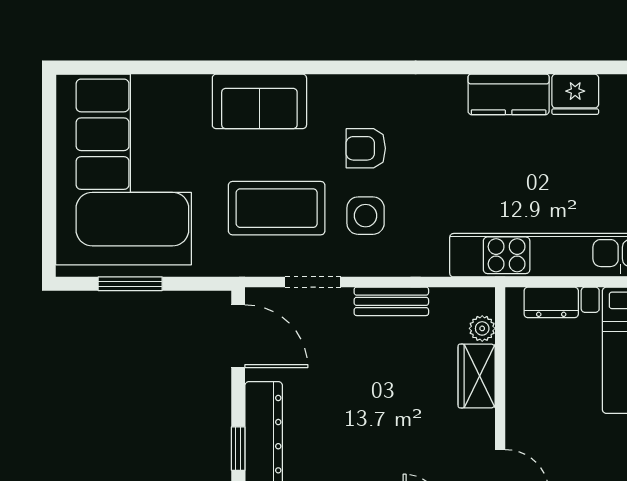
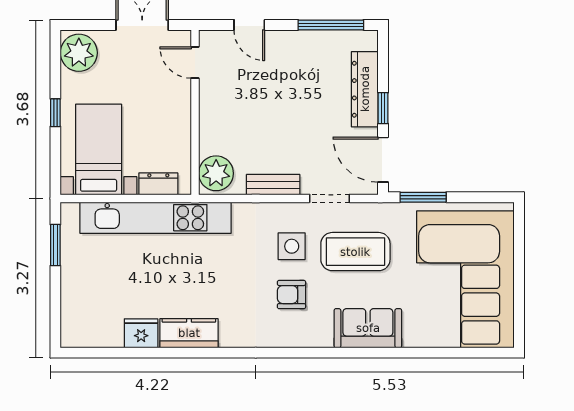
armchair: (366, 148) -> (291, 295), turned 180
window: (130, 284) -> (423, 197), moved
plant: (482, 328) -> (216, 173), width x1.88, depth x1.88
wardrobe: (477, 376) -> (212, 131), removed
window: (238, 449) -> (383, 108), moved

